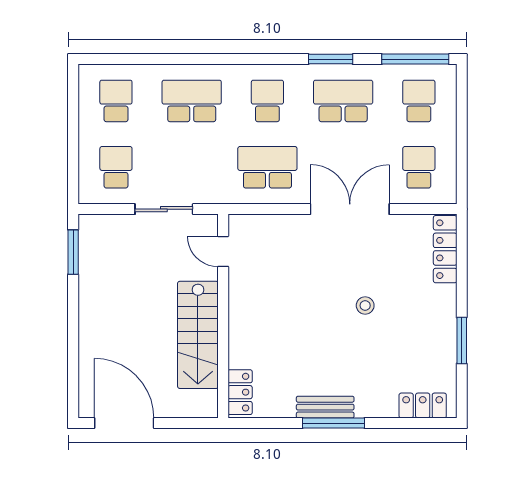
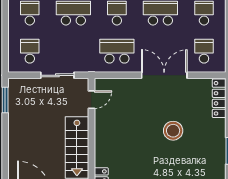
door: (223, 251) -> (91, 100), swing flipped
stool: (365, 305) -> (173, 131), width x1.89, depth x1.89

